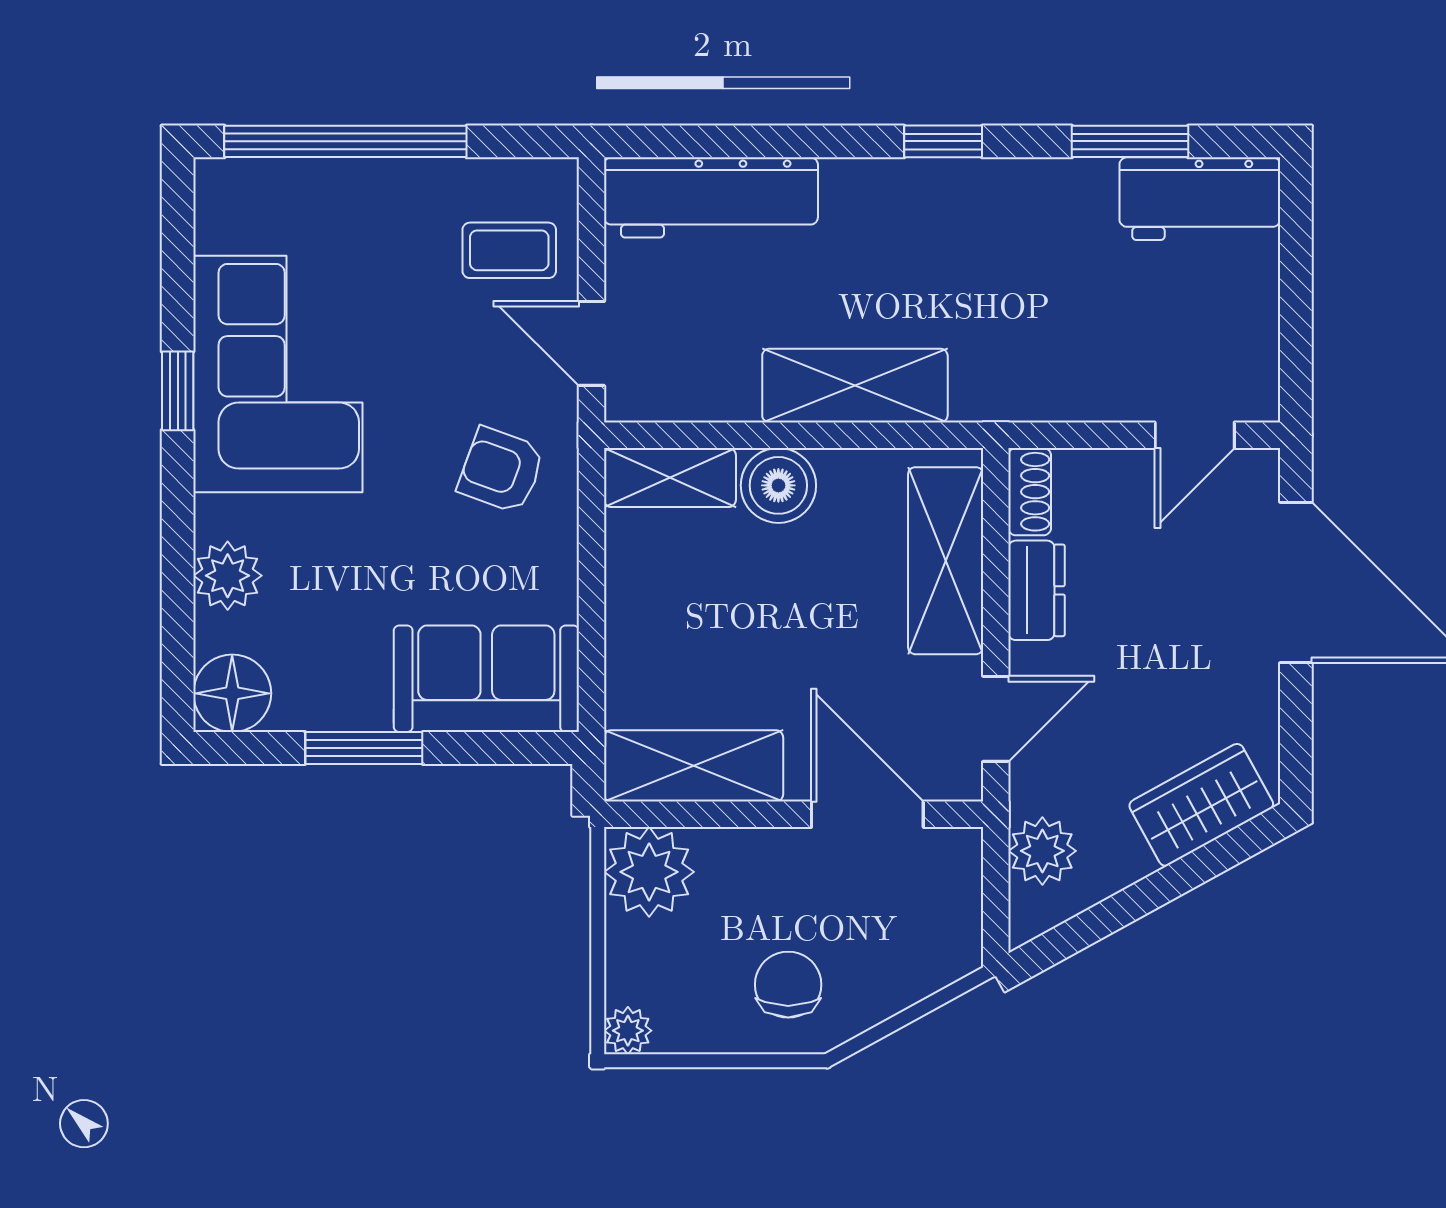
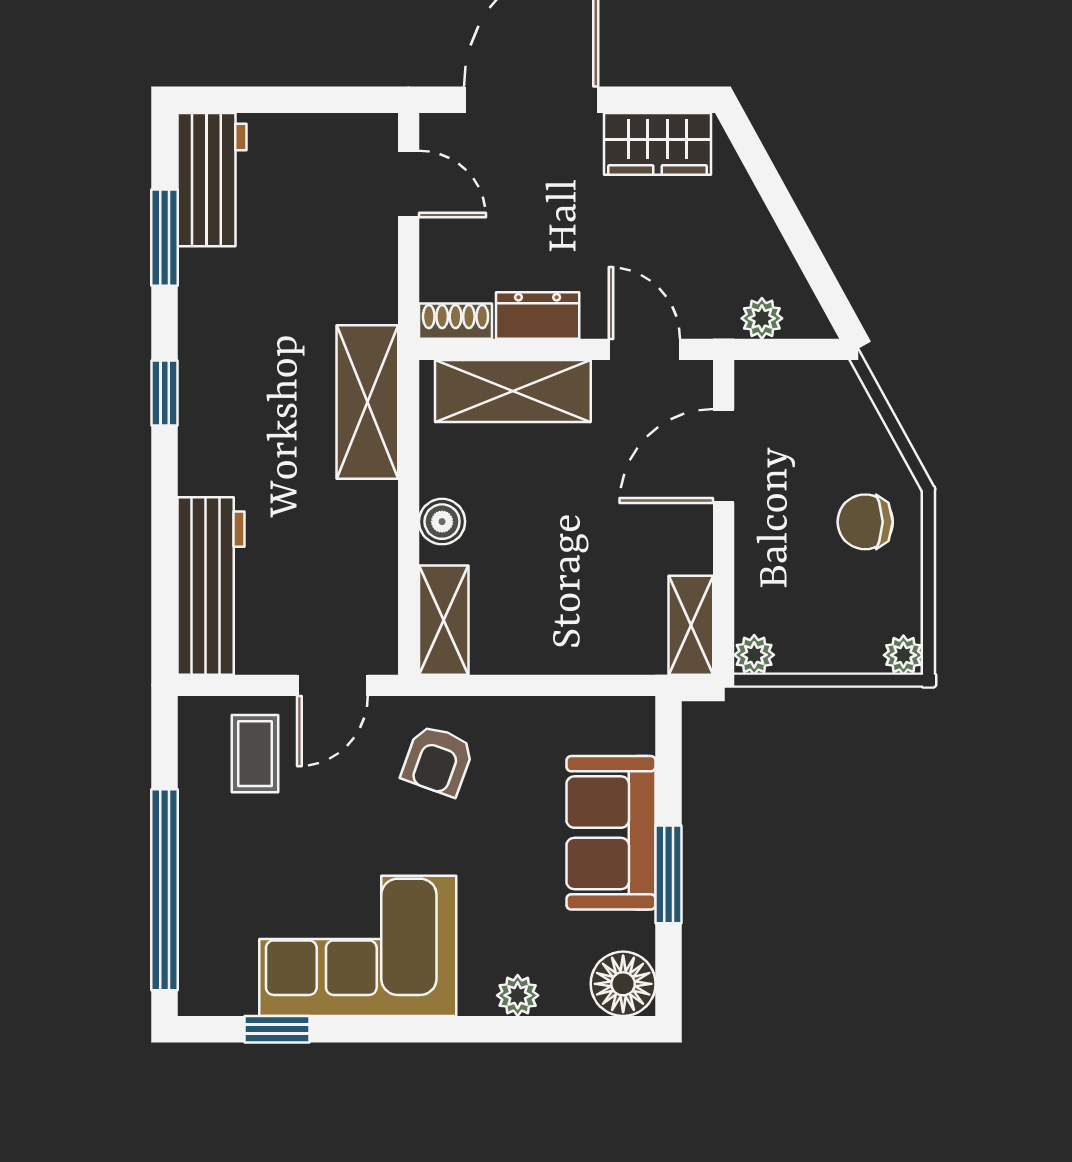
shelving: (855, 386) -> (367, 402), moved
window: (178, 391) -> (277, 1029), moved
boiler: (778, 485) -> (442, 522), width x0.73, depth x0.73
plant: (228, 576) -> (518, 995), width x0.73, depth x0.73
sofa: (486, 679) -> (611, 833), moved
shelving: (694, 766) -> (691, 625), width x0.67, depth x0.75
wardrobe: (1201, 805) -> (657, 144), moved, turned -61
plant: (1042, 851) -> (762, 318), width x0.73, depth x0.73
plant: (649, 872) -> (754, 655), width x0.53, depth x0.53

